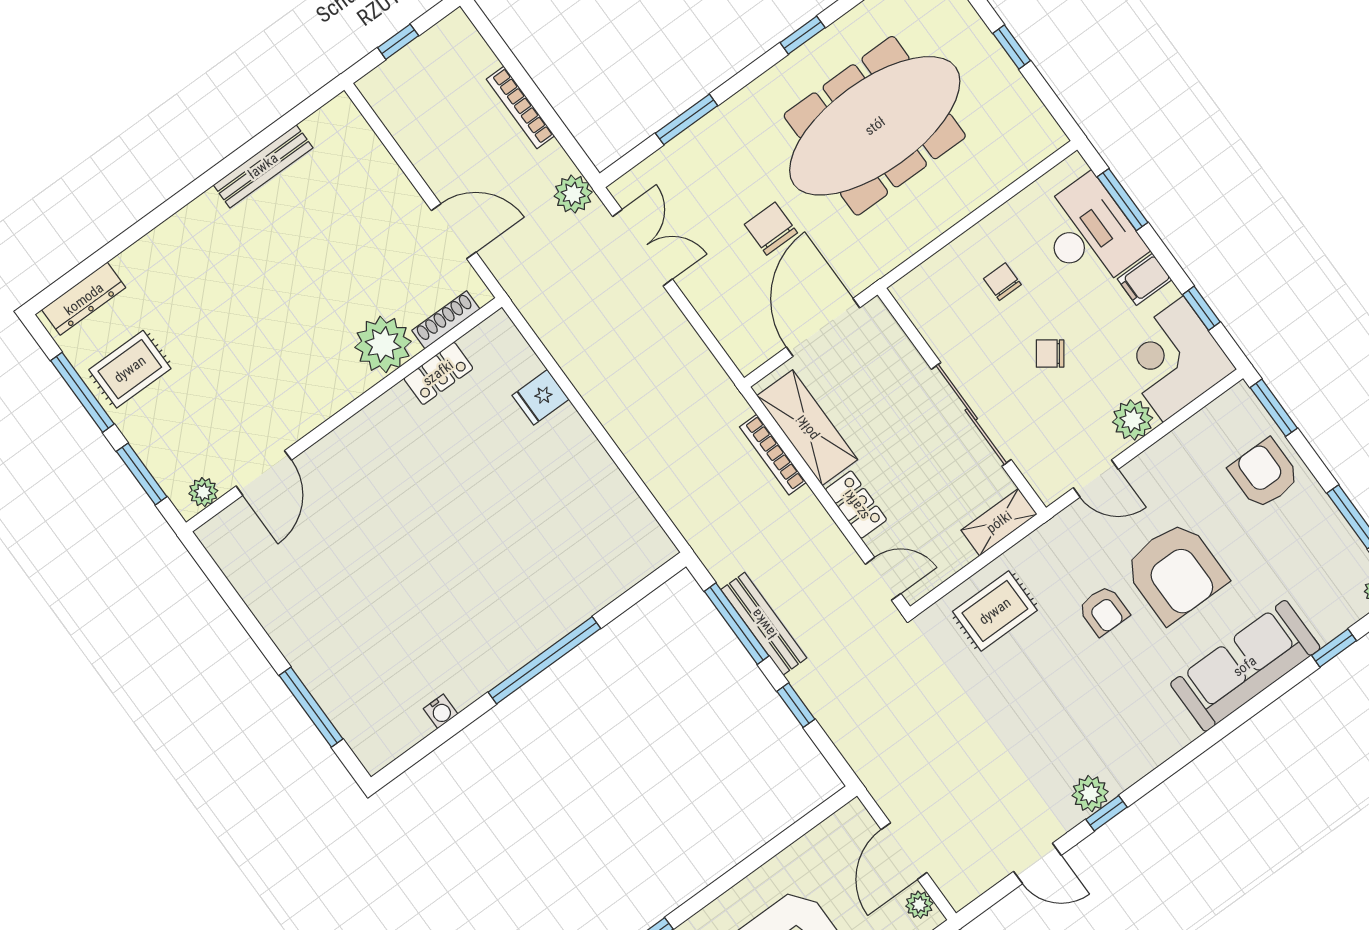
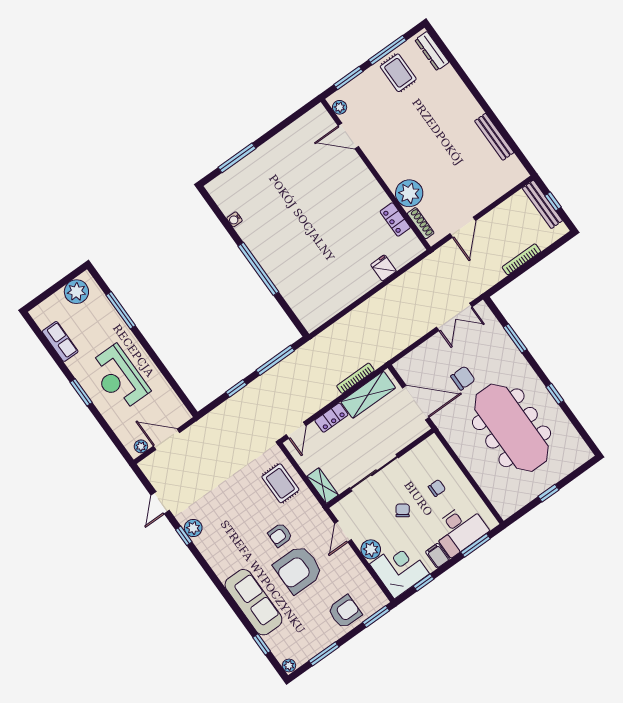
plant: (573, 194) -> (480, 284), removed
bench: (764, 624) -> (542, 204), moved, turned 90

